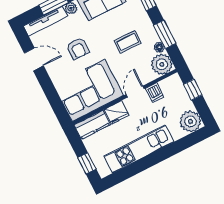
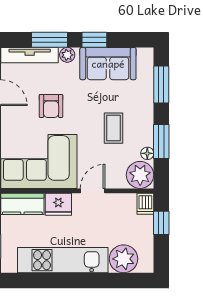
coffee table: (128, 42) -> (113, 128), turned 90
dishwasher: (155, 93) -> (145, 204), moved
plant: (191, 121) -> (124, 259), moved

